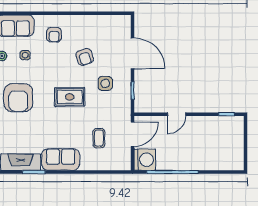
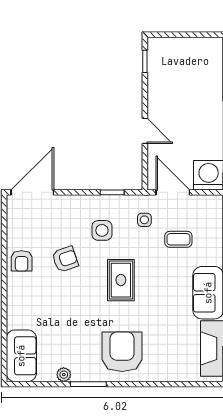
armchair: (54, 35) -> (22, 261), moved, turned 90
door: (132, 53) -> (32, 192), moved
side table: (25, 55) -> (144, 220), moved
armchair: (18, 98) -> (122, 352), turned -90

